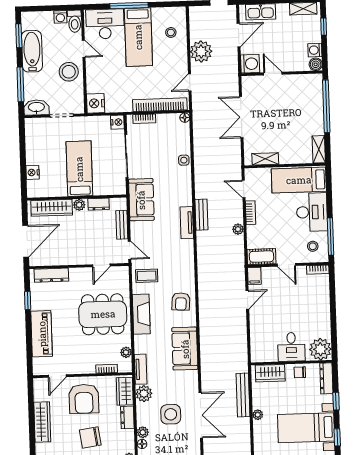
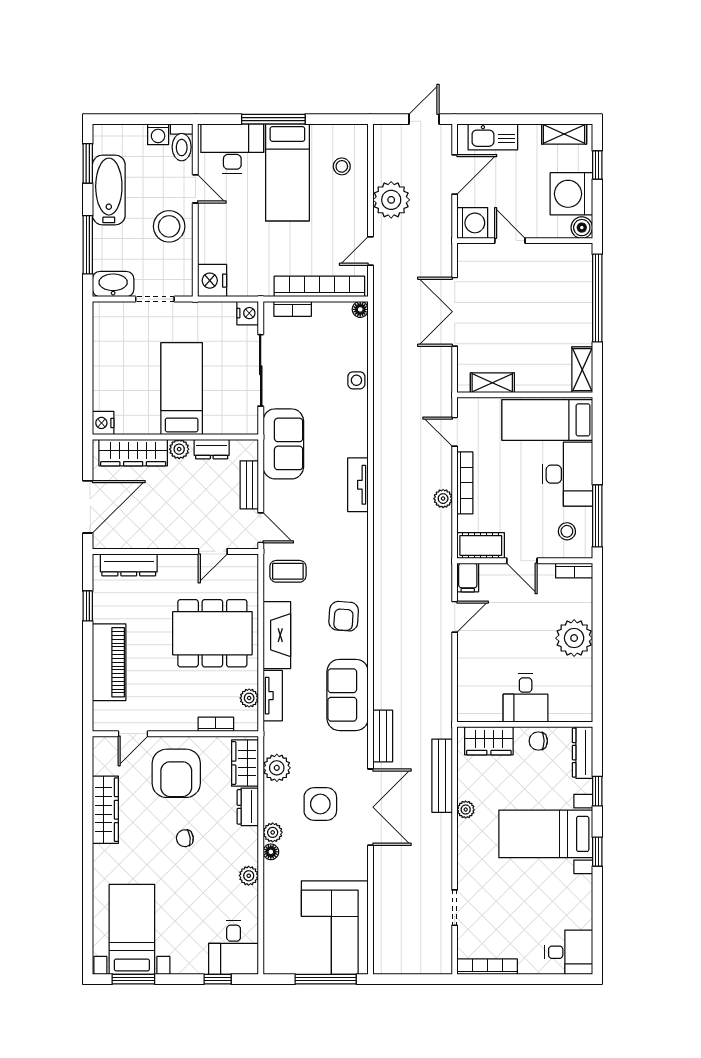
washing machine: (315, 50) -> (571, 194), width x1.89, depth x1.89
nightstand: (33, 172) -> (103, 423), moved
bookcase: (251, 213) -> (465, 483), width x1.56
bench: (201, 215) -> (383, 736), moved
plant: (320, 349) -> (574, 638), moved
tv unit: (141, 369) -> (273, 696), moved
chair: (90, 437) -> (185, 838), width x0.54, depth x0.54

